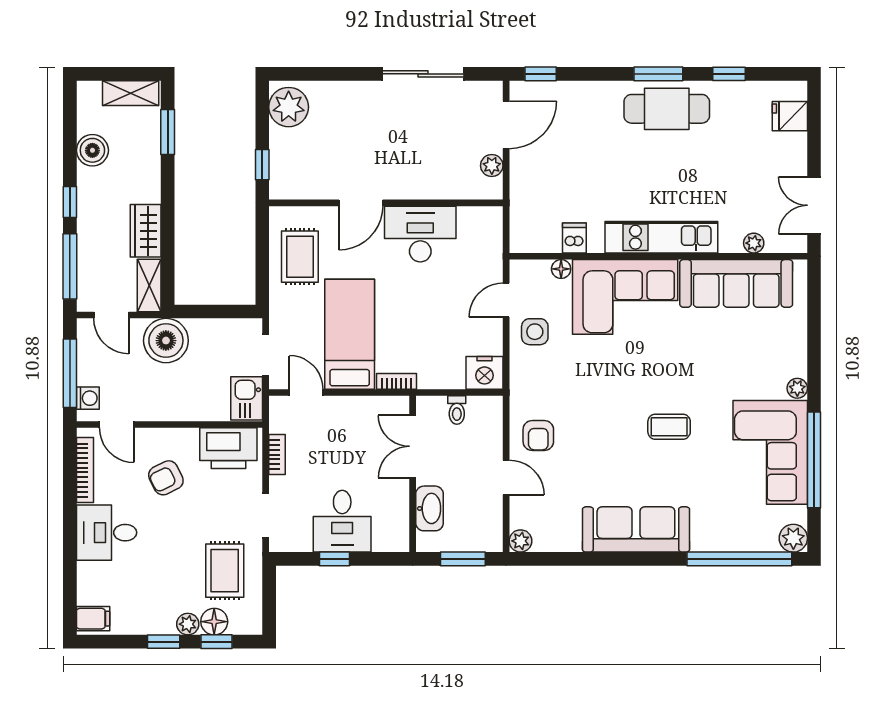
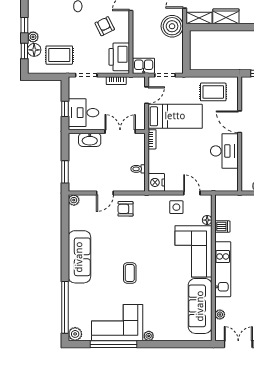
double door: (413, 446) -> (120, 131), moved
wall: (413, 474) -> (107, 131), moved
washbasin: (430, 508) -> (90, 140), moved

